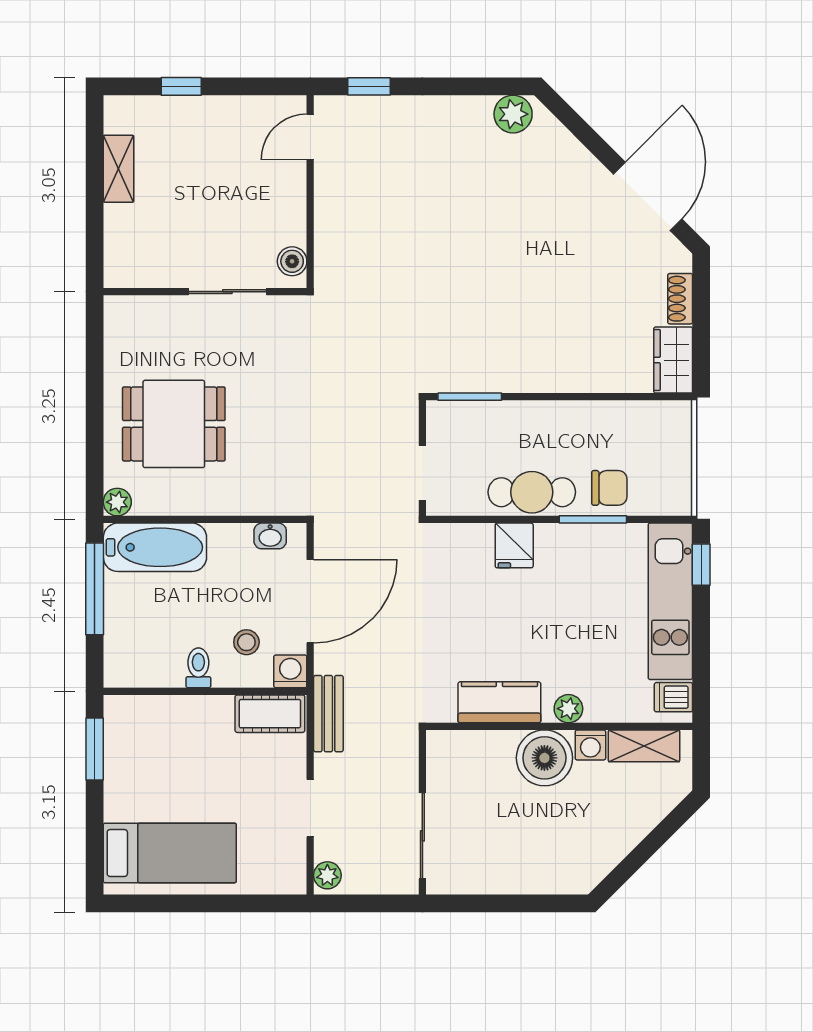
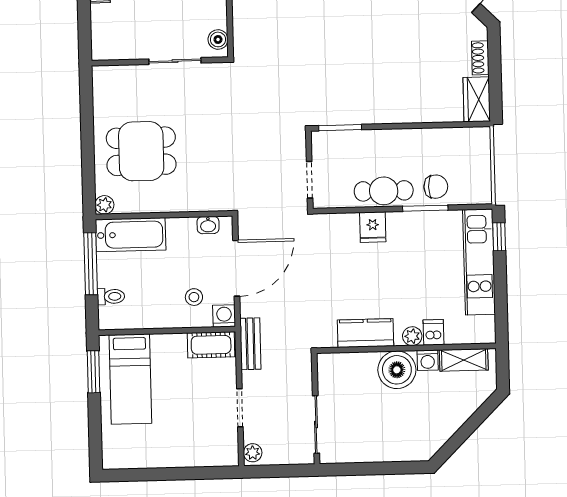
toilet: (198, 668) -> (111, 296), moved, turned 90
dishwasher: (673, 697) -> (434, 332), moved, turned 90
bed: (170, 853) -> (130, 379), moved, turned 90

